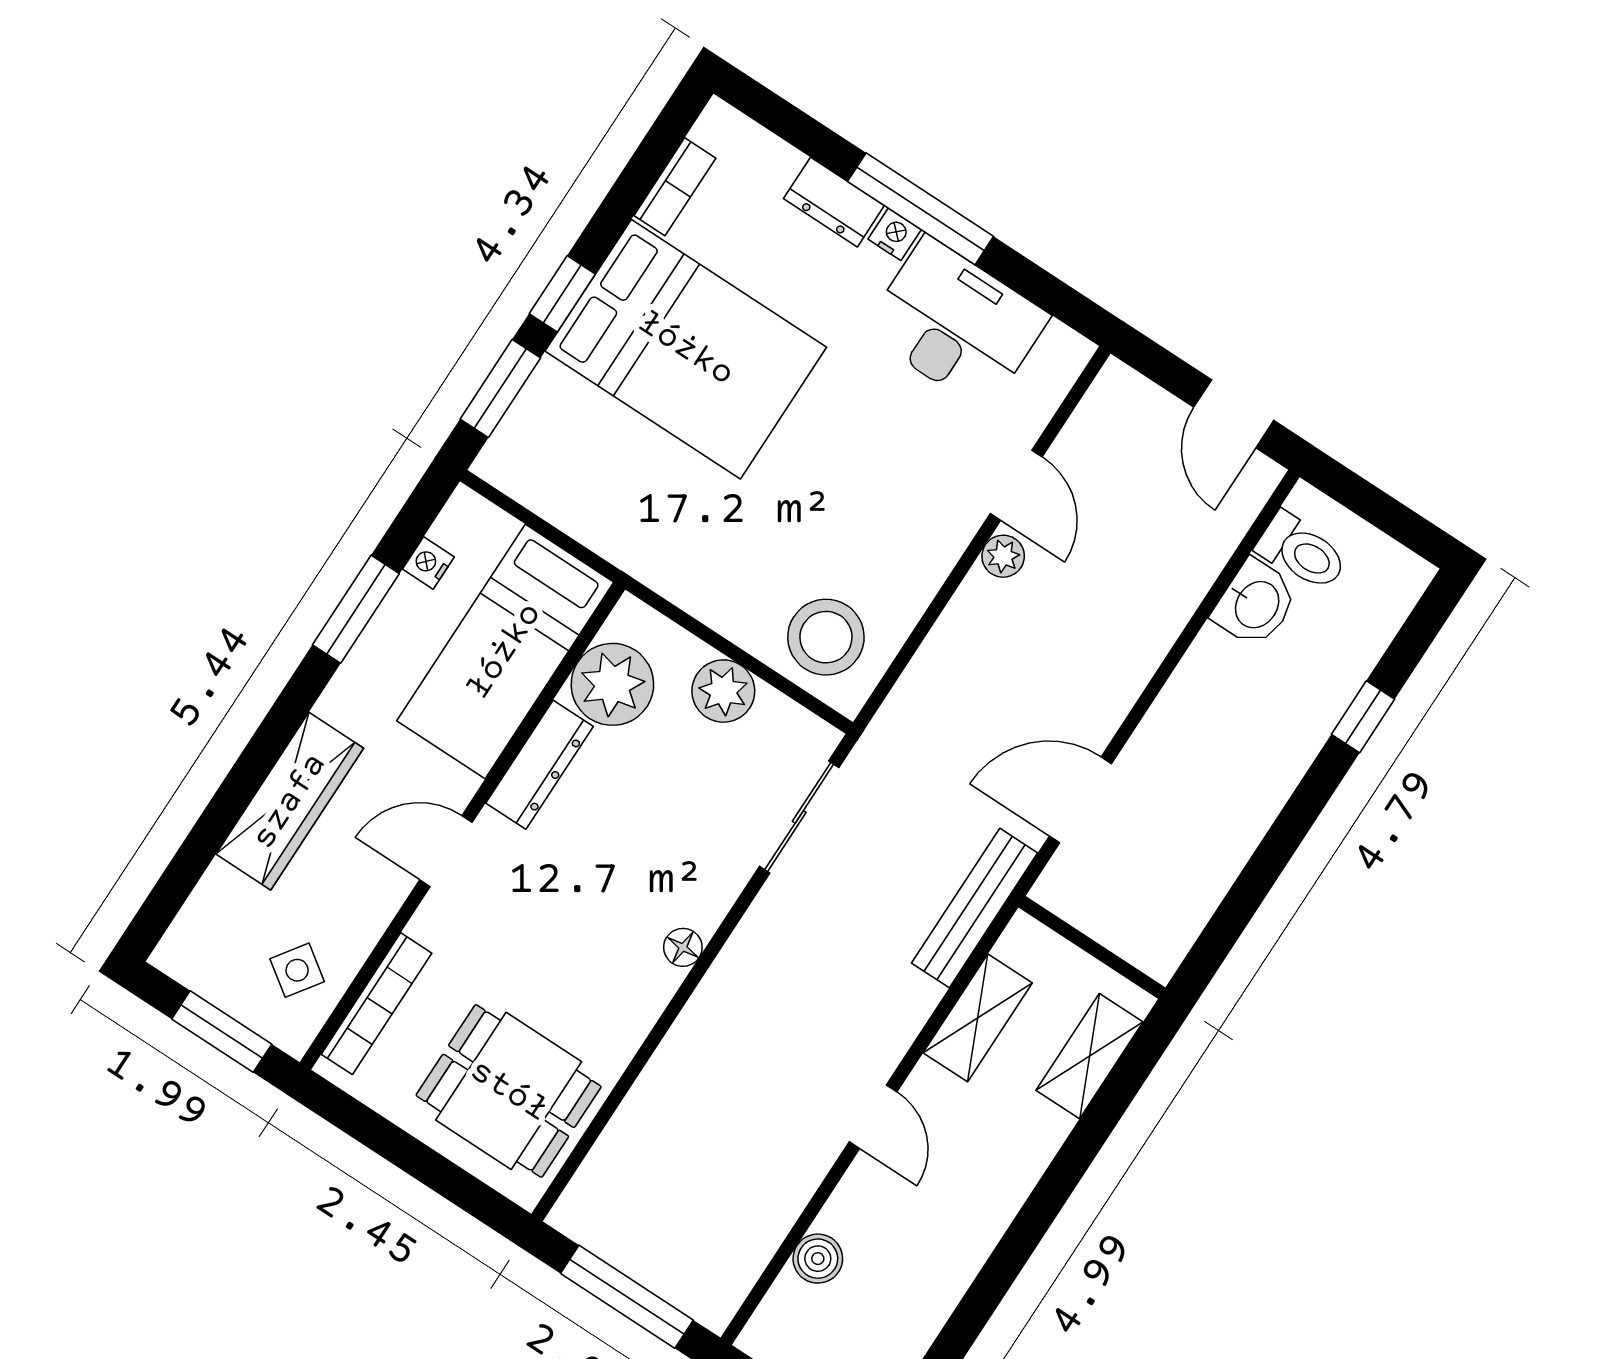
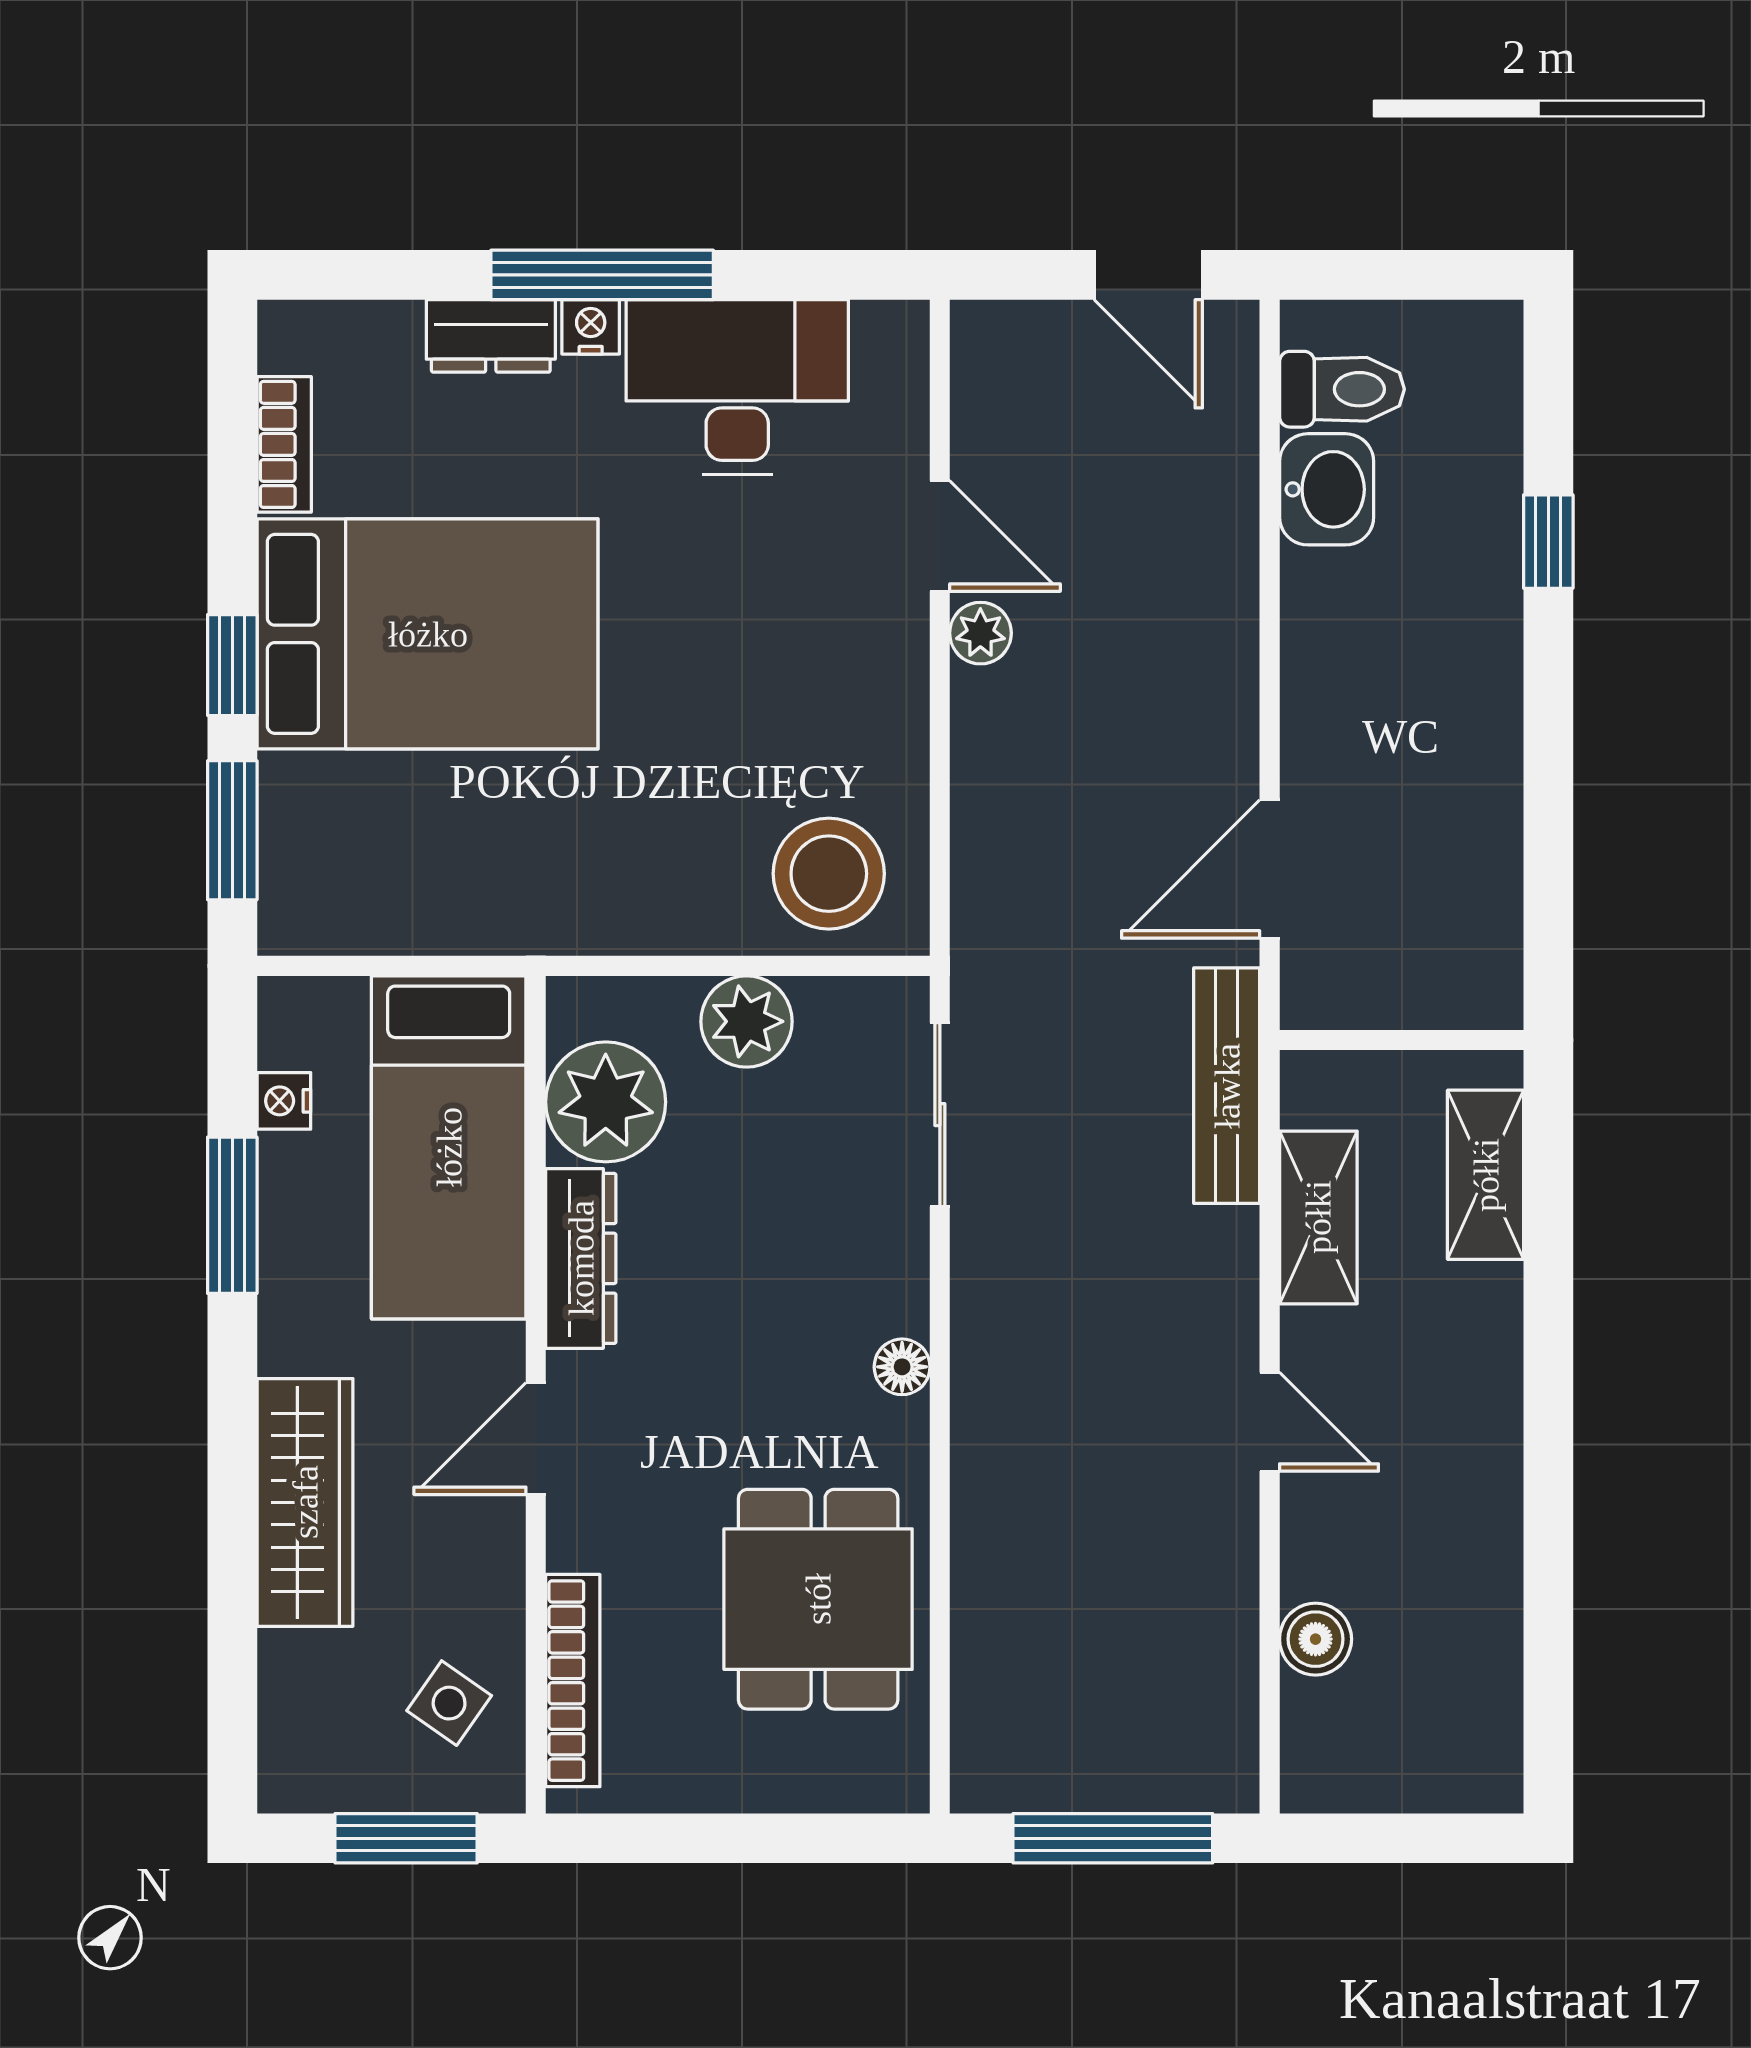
dining table: (509, 1091) -> (818, 1599), moved, turned 90

